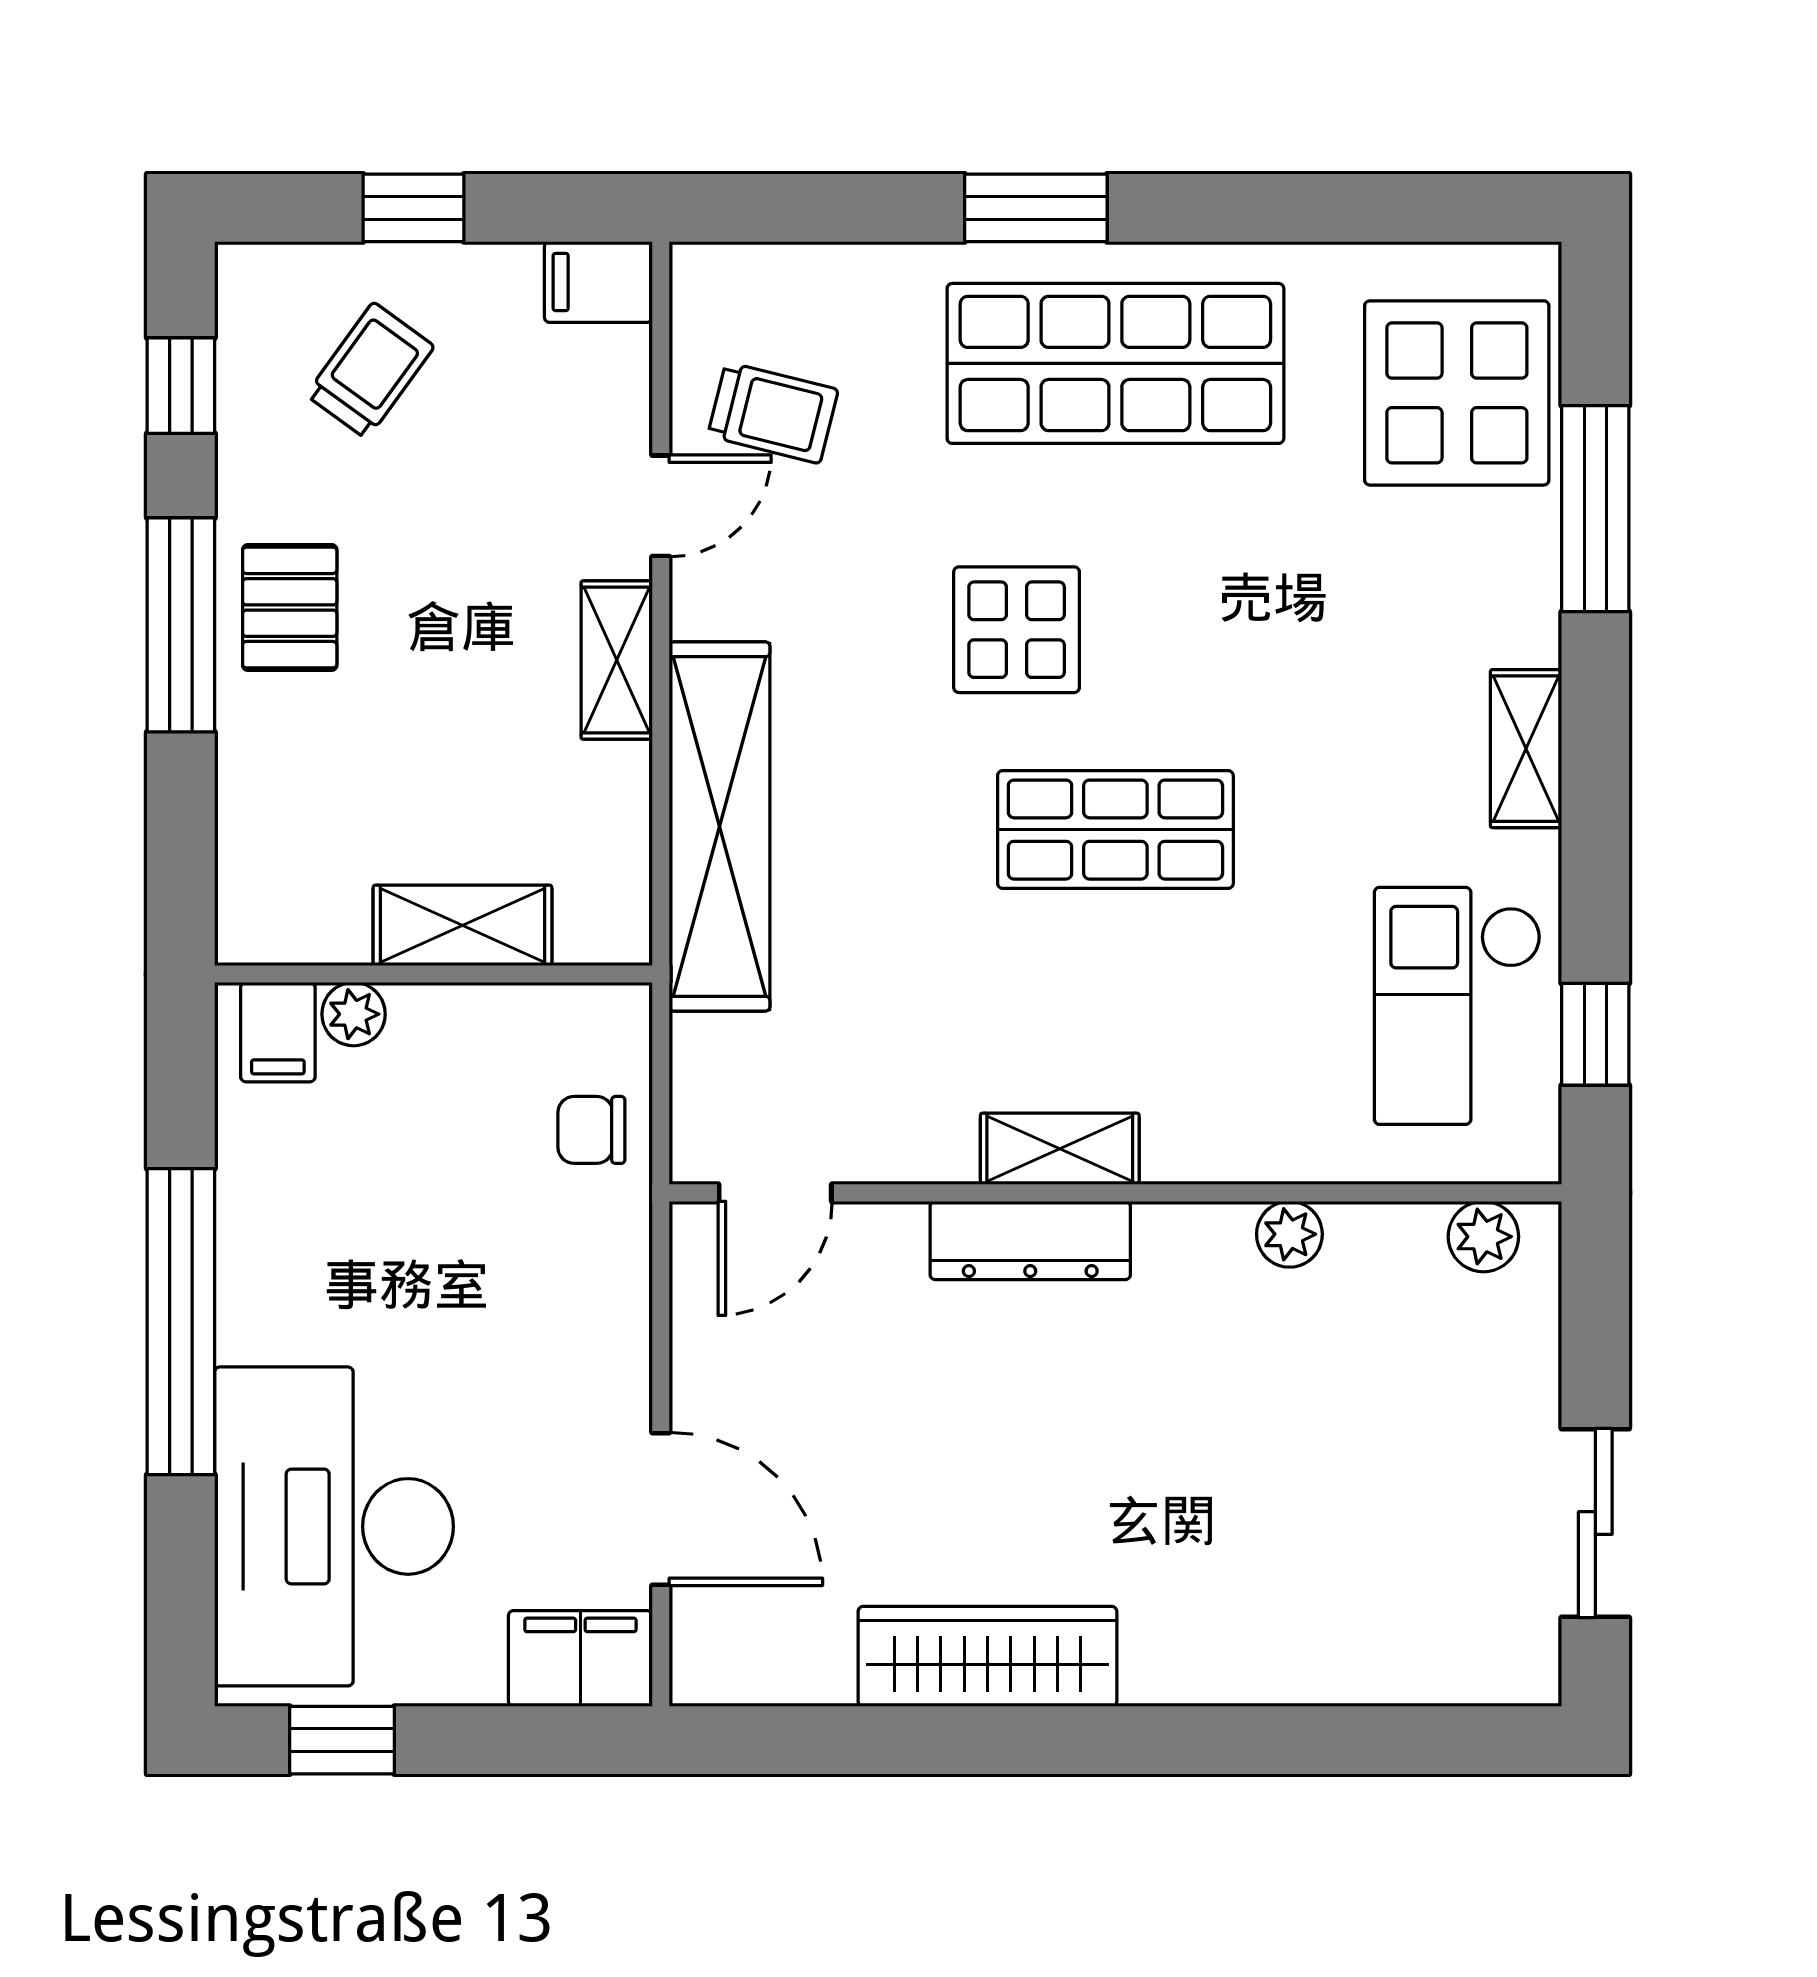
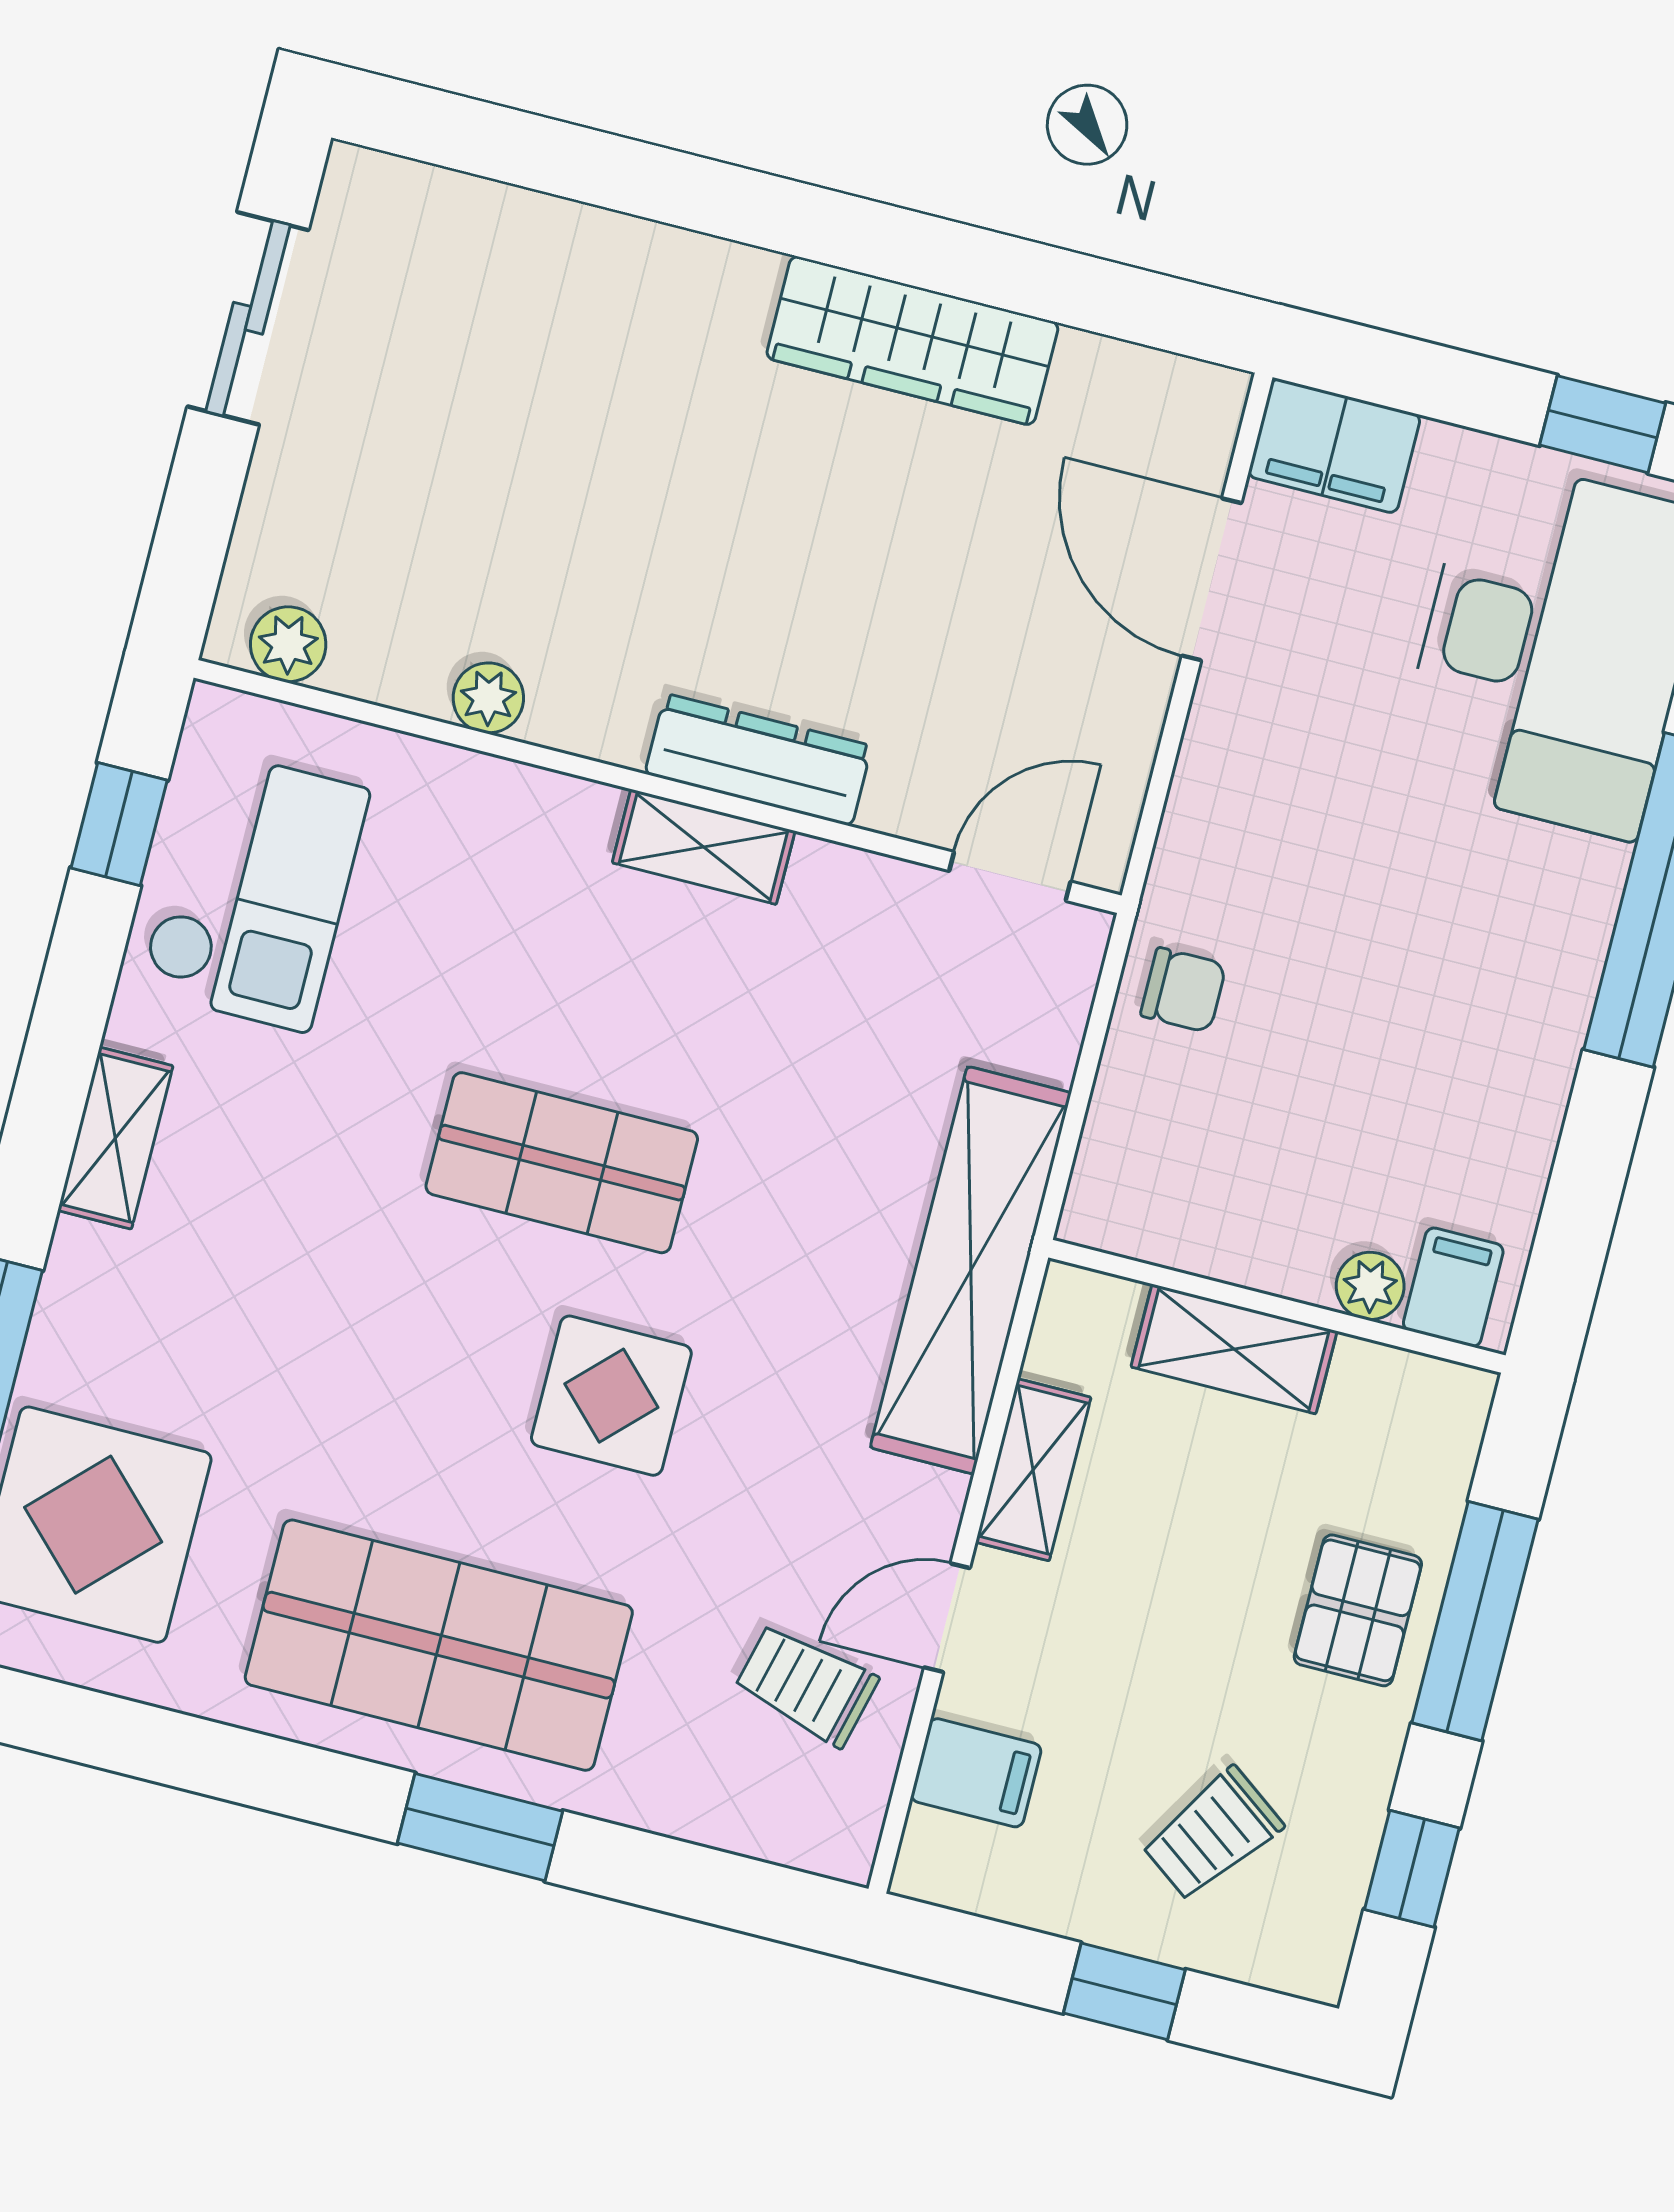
filing cabinet: (598, 282) -> (976, 1773), moved
shelving: (463, 925) -> (1234, 1349), moved
wall: (433, 974) -> (1277, 1306), moved
plant: (354, 1014) -> (1370, 1286), moved
filing cabinet: (278, 1032) -> (1453, 1287), moved

